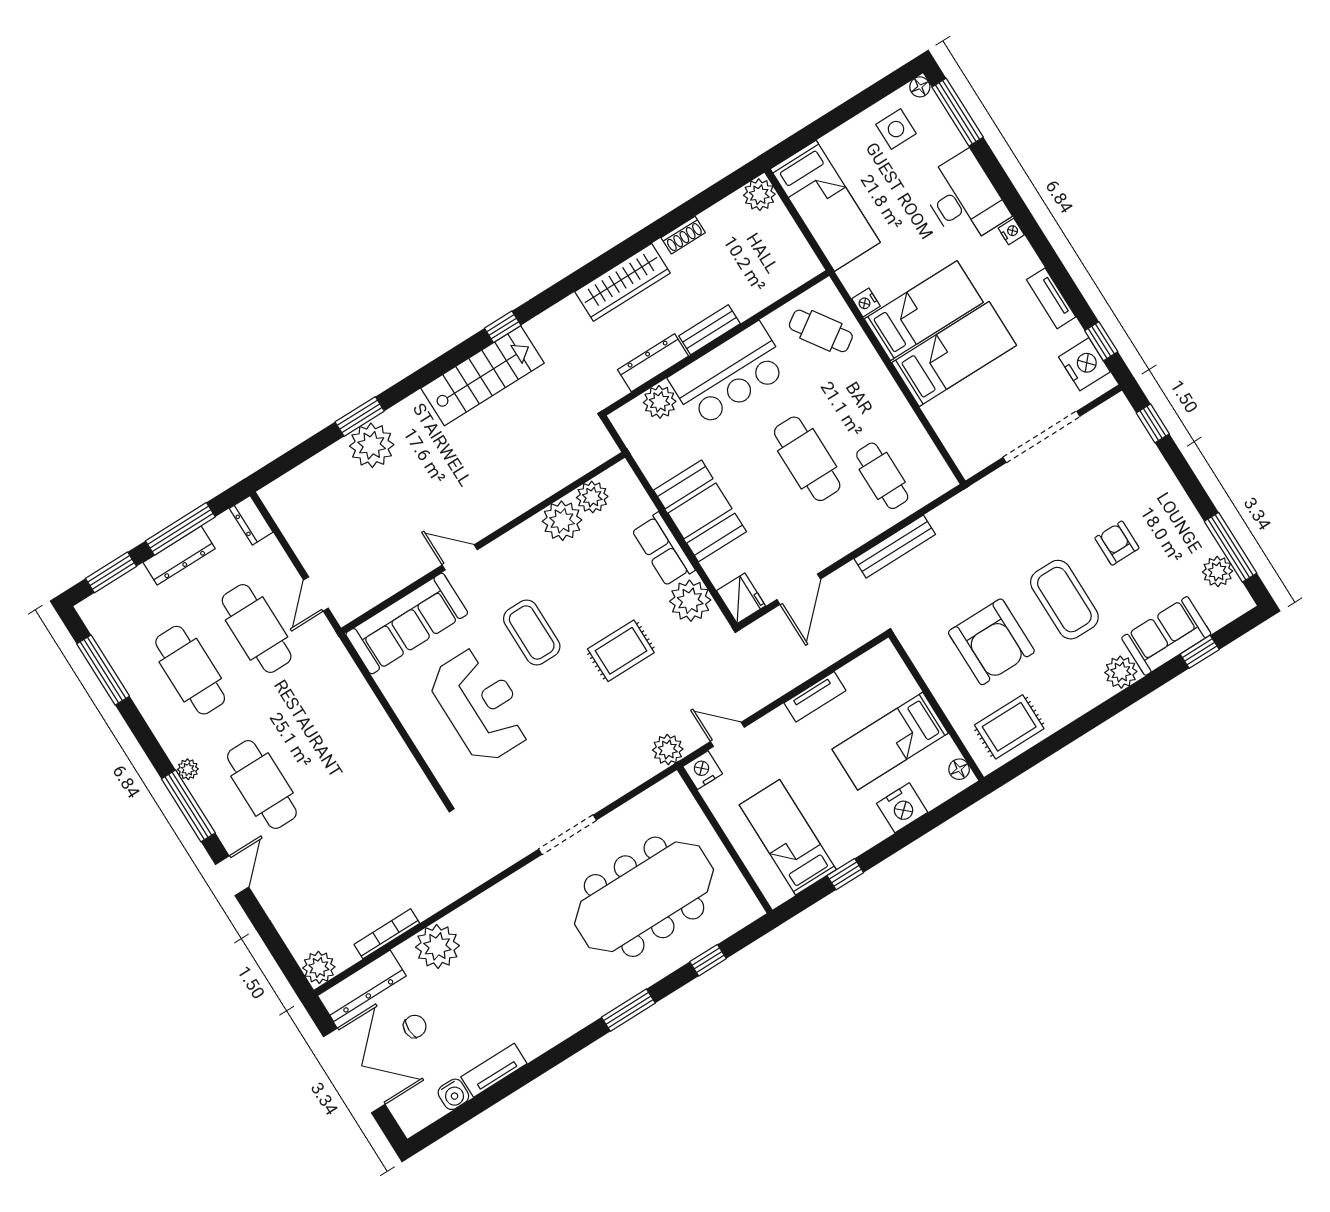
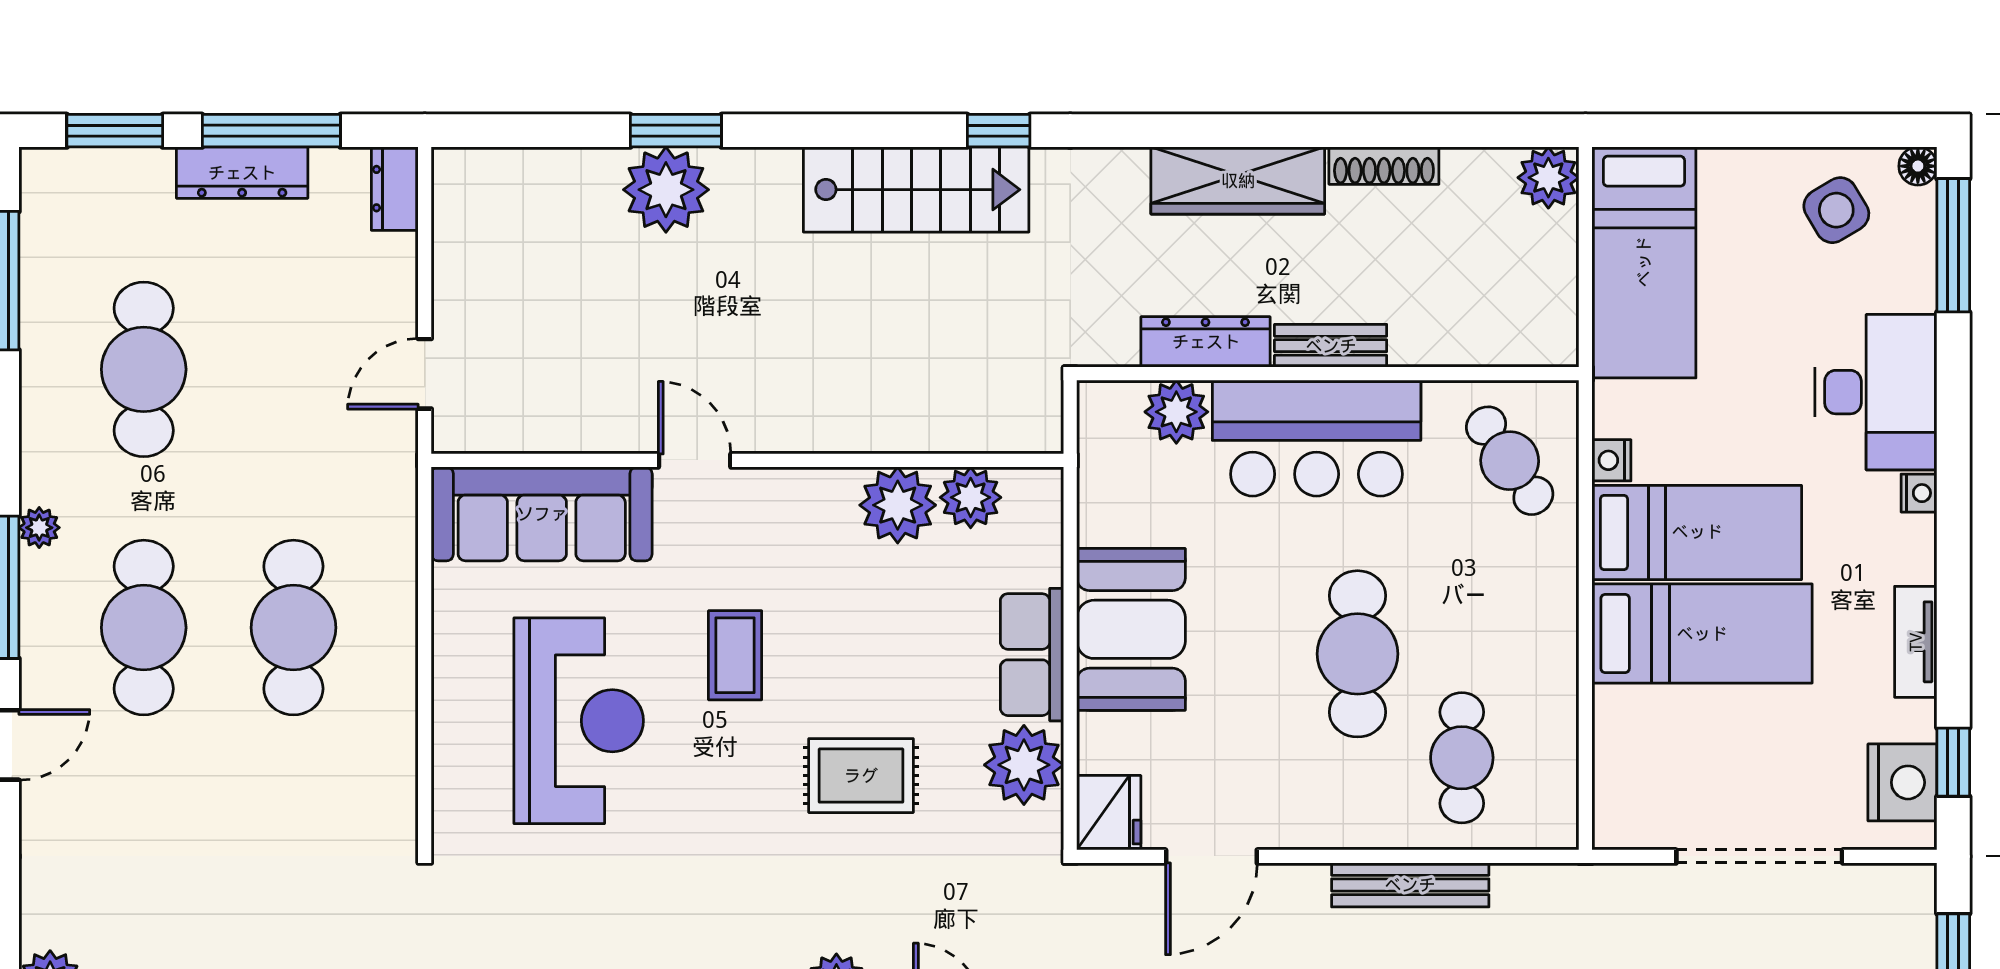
side table: (896, 129) -> (1836, 210), turned -31
shoe rack: (683, 235) -> (1384, 166), width x1.43
cafe table: (257, 628) -> (293, 628), moved
coffee table: (532, 632) -> (735, 655), width x0.73, depth x0.77

